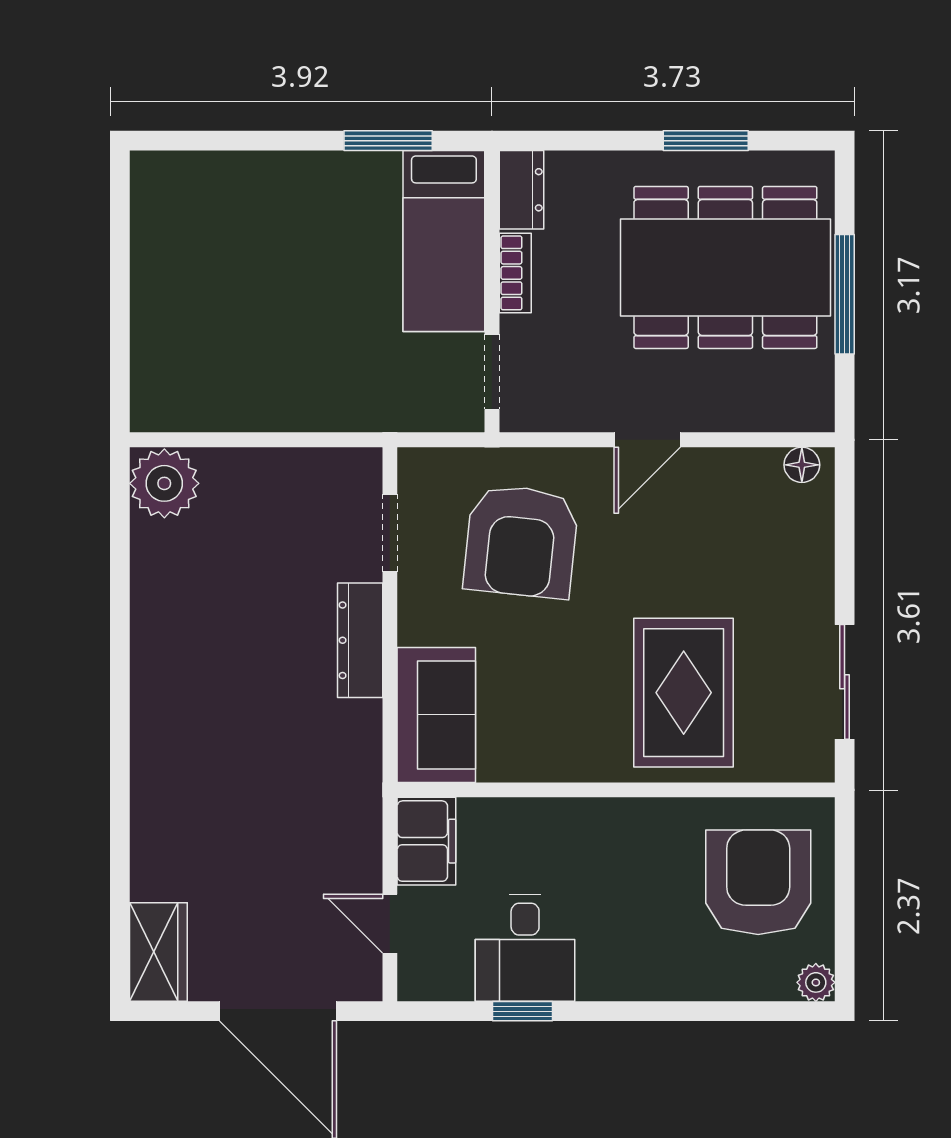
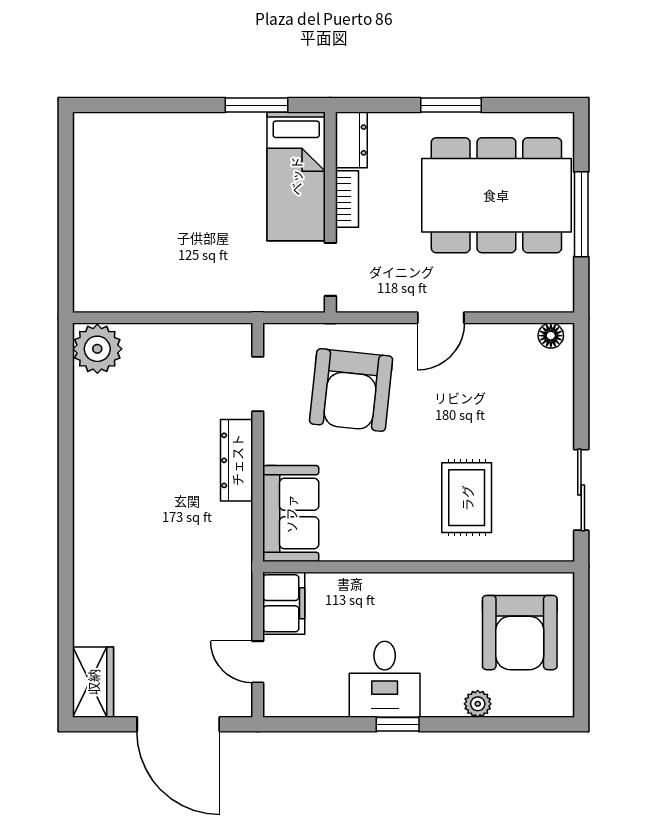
window: (706, 141) -> (451, 105), moved
rug: (684, 693) -> (467, 498), width x0.73, depth x0.70
armchair: (758, 882) -> (520, 633), turned 180
desk: (525, 948) -> (385, 679), moved
plant: (816, 982) -> (478, 704), moved
window: (523, 1011) -> (398, 724), moved

